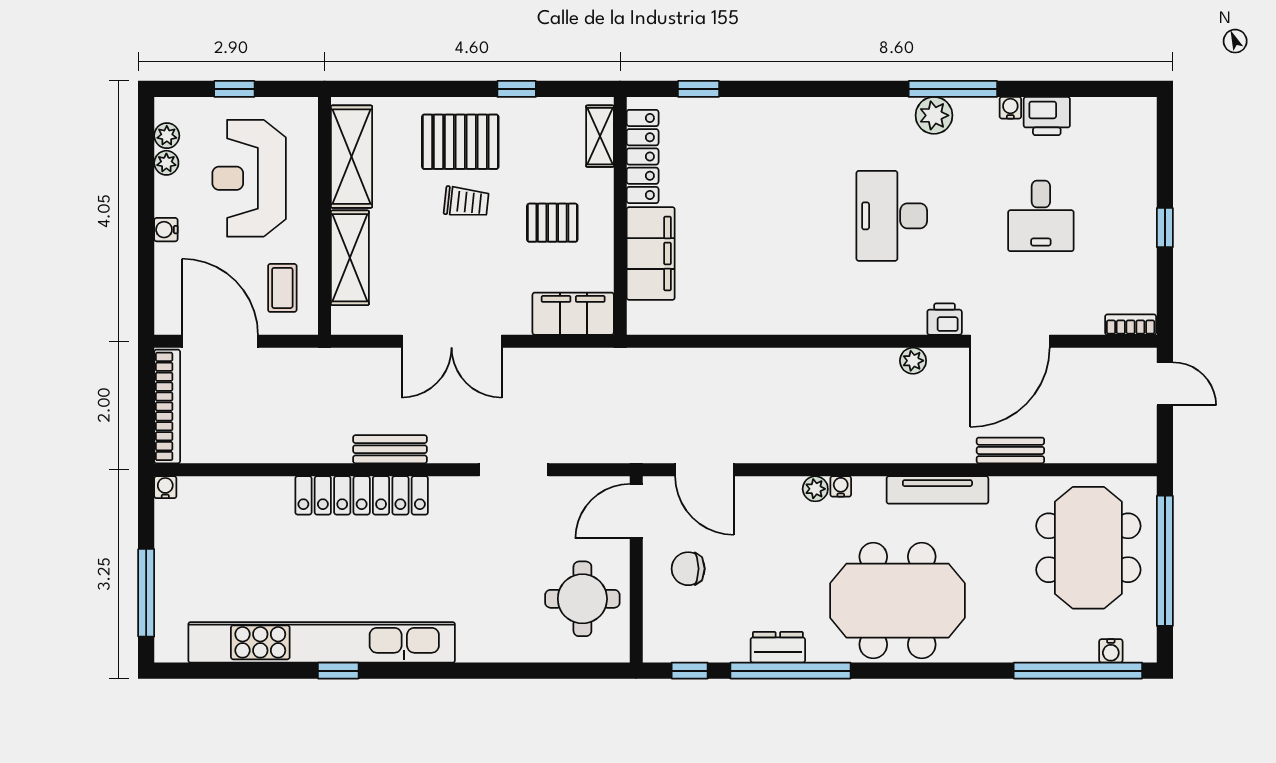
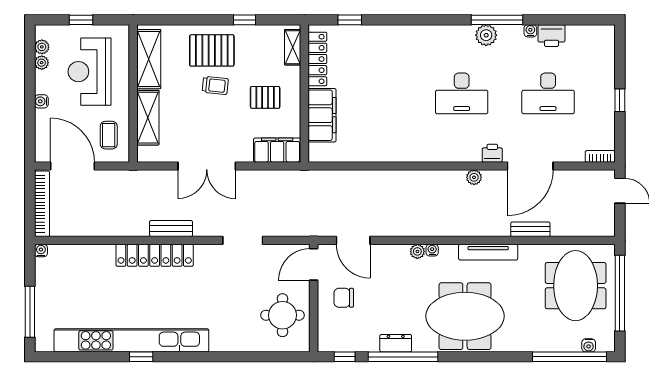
desk: (892, 216) -> (462, 93), turned -90
desk: (1041, 216) -> (548, 93), width x1.37

